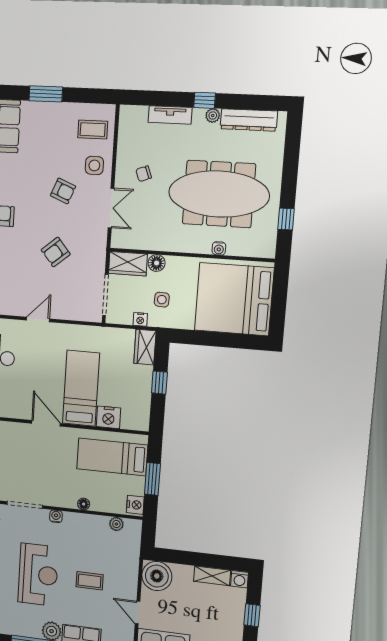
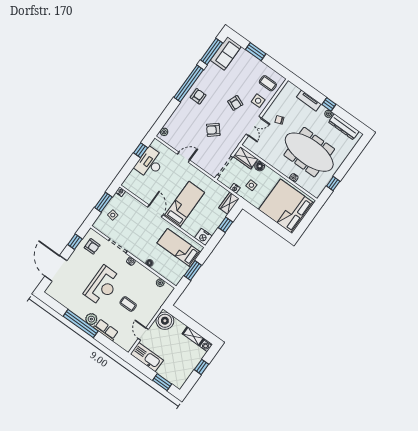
nightstand: (108, 417) -> (203, 237), moved
nightstand: (135, 505) -> (176, 278), removed

